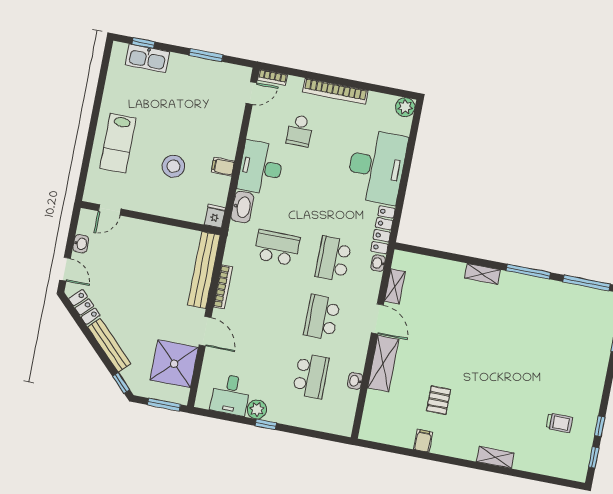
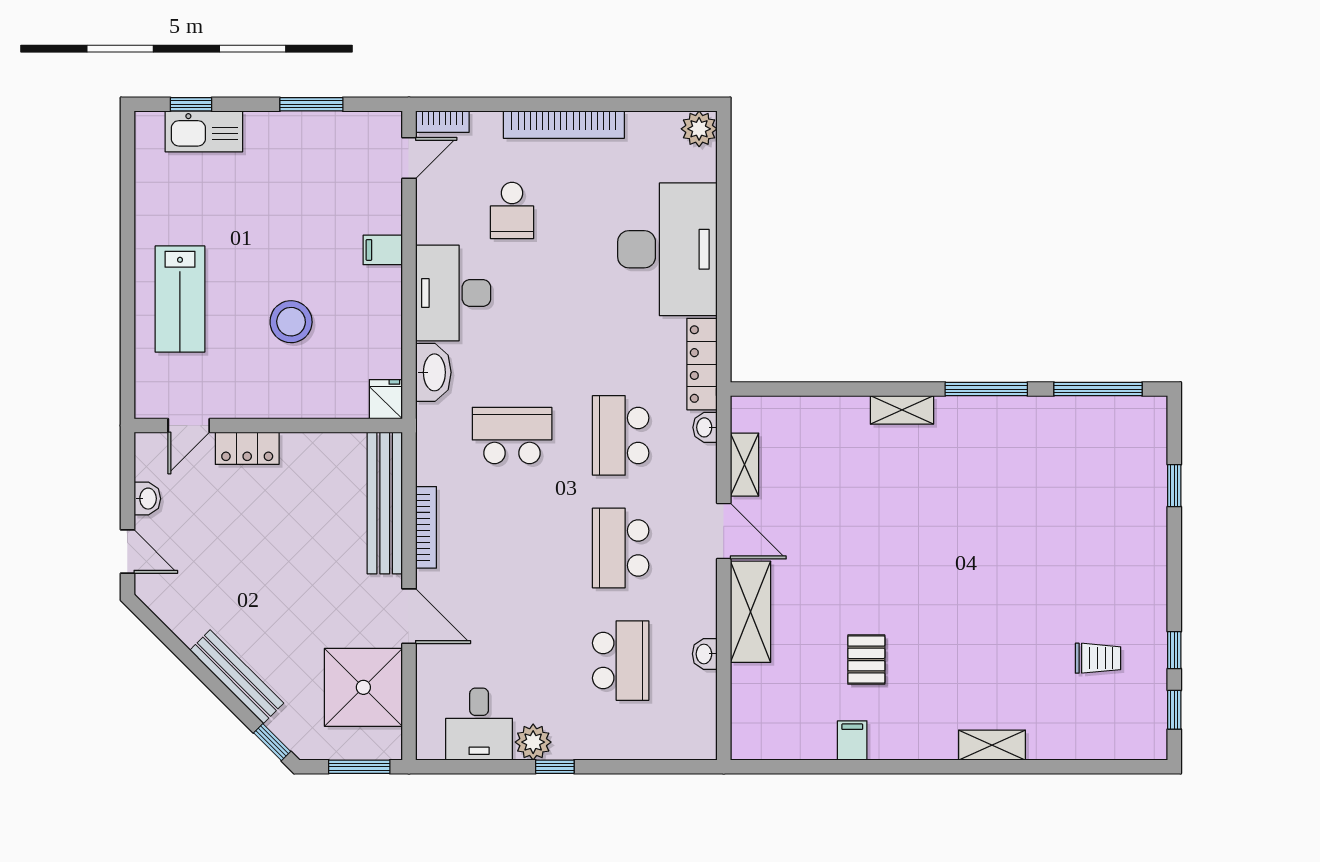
filing cabinet: (223, 167) -> (383, 250), moved
locker: (84, 307) -> (247, 448), moved, turned 135

